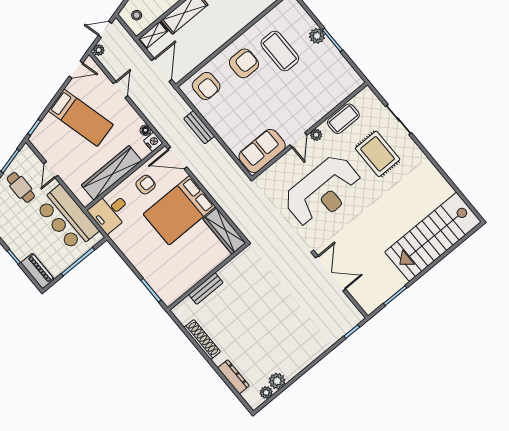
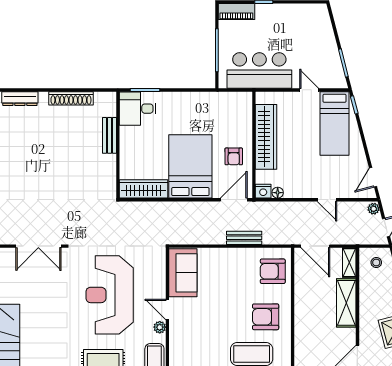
armchair: (244, 63) -> (266, 317), turned 90
bed: (81, 118) -> (335, 123), moved, turned -75
cafe table: (21, 187) -> (315, 54), removed
desk: (110, 212) -> (138, 109), moved, turned -90

